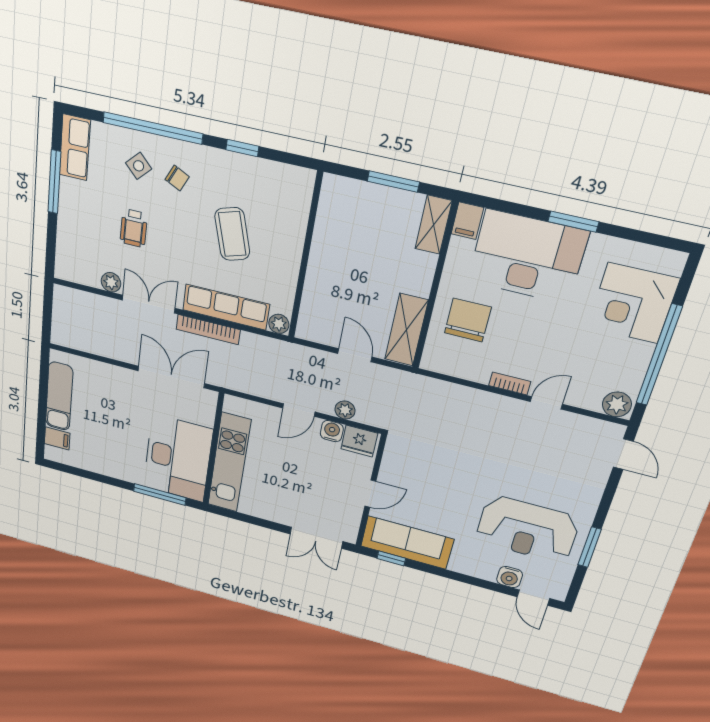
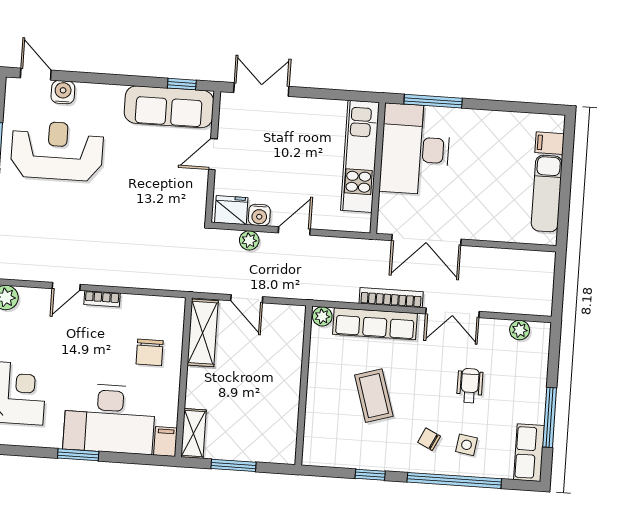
side table: (139, 166) -> (467, 445), turned -37
plant: (111, 282) -> (520, 330), moved
chair: (468, 320) -> (150, 352), width x0.73, depth x0.73

